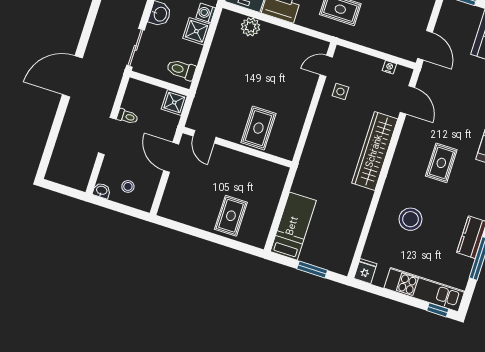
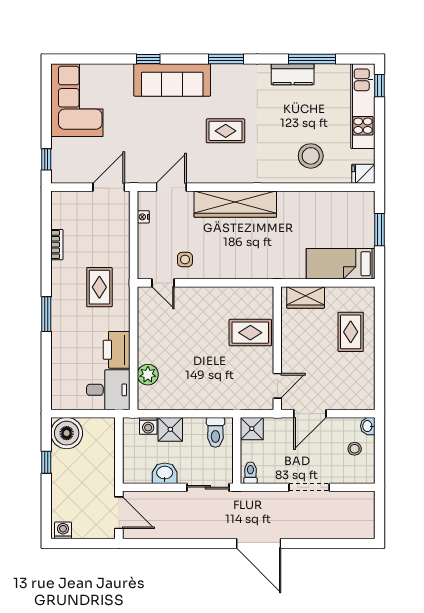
toilet: (127, 117) -> (250, 473), moved
wardrobe: (274, 186) -> (306, 297), added
washbasin: (102, 191) -> (368, 426), moved
rug: (231, 216) -> (351, 332), turned 90
stool: (410, 219) -> (311, 156), moved

